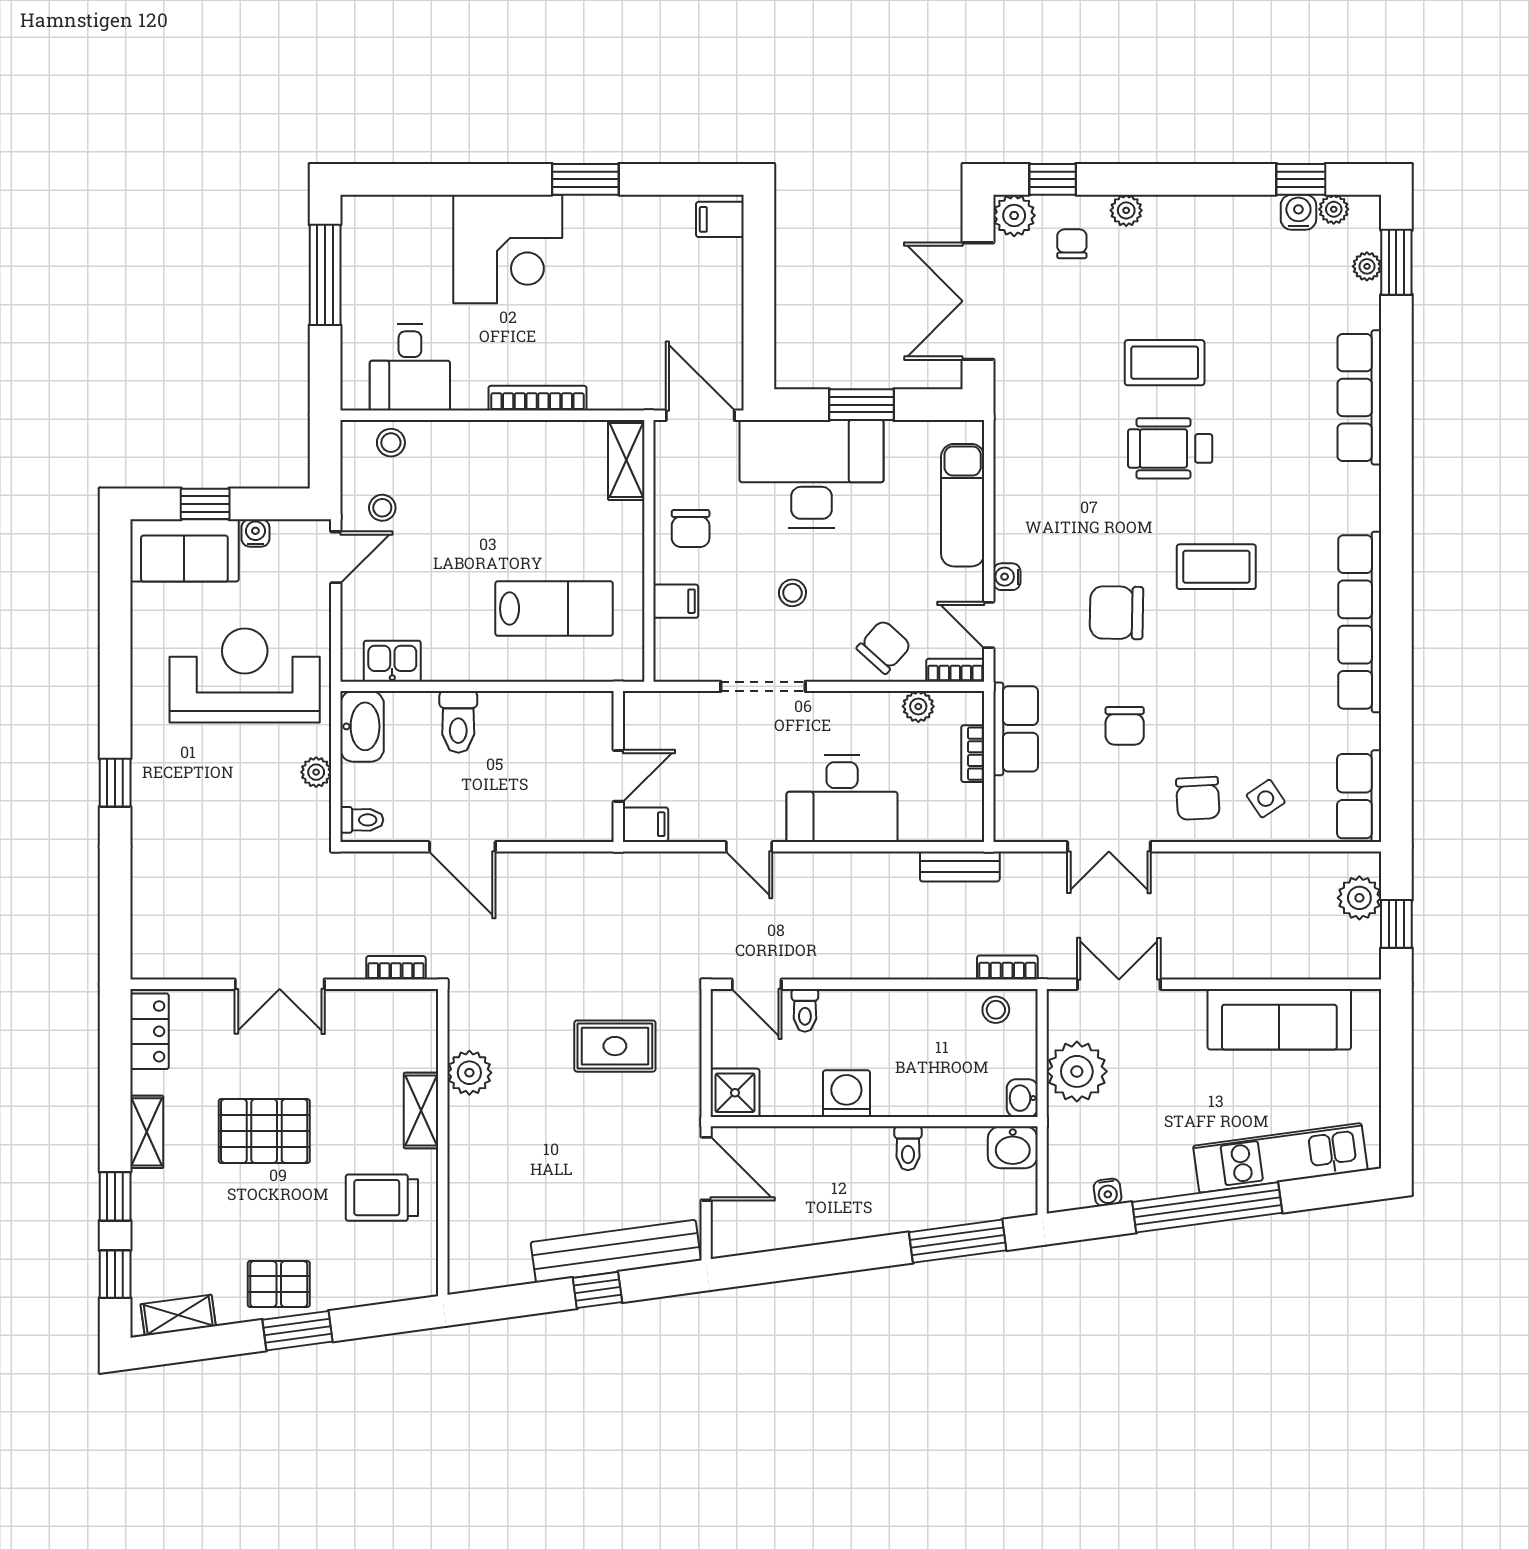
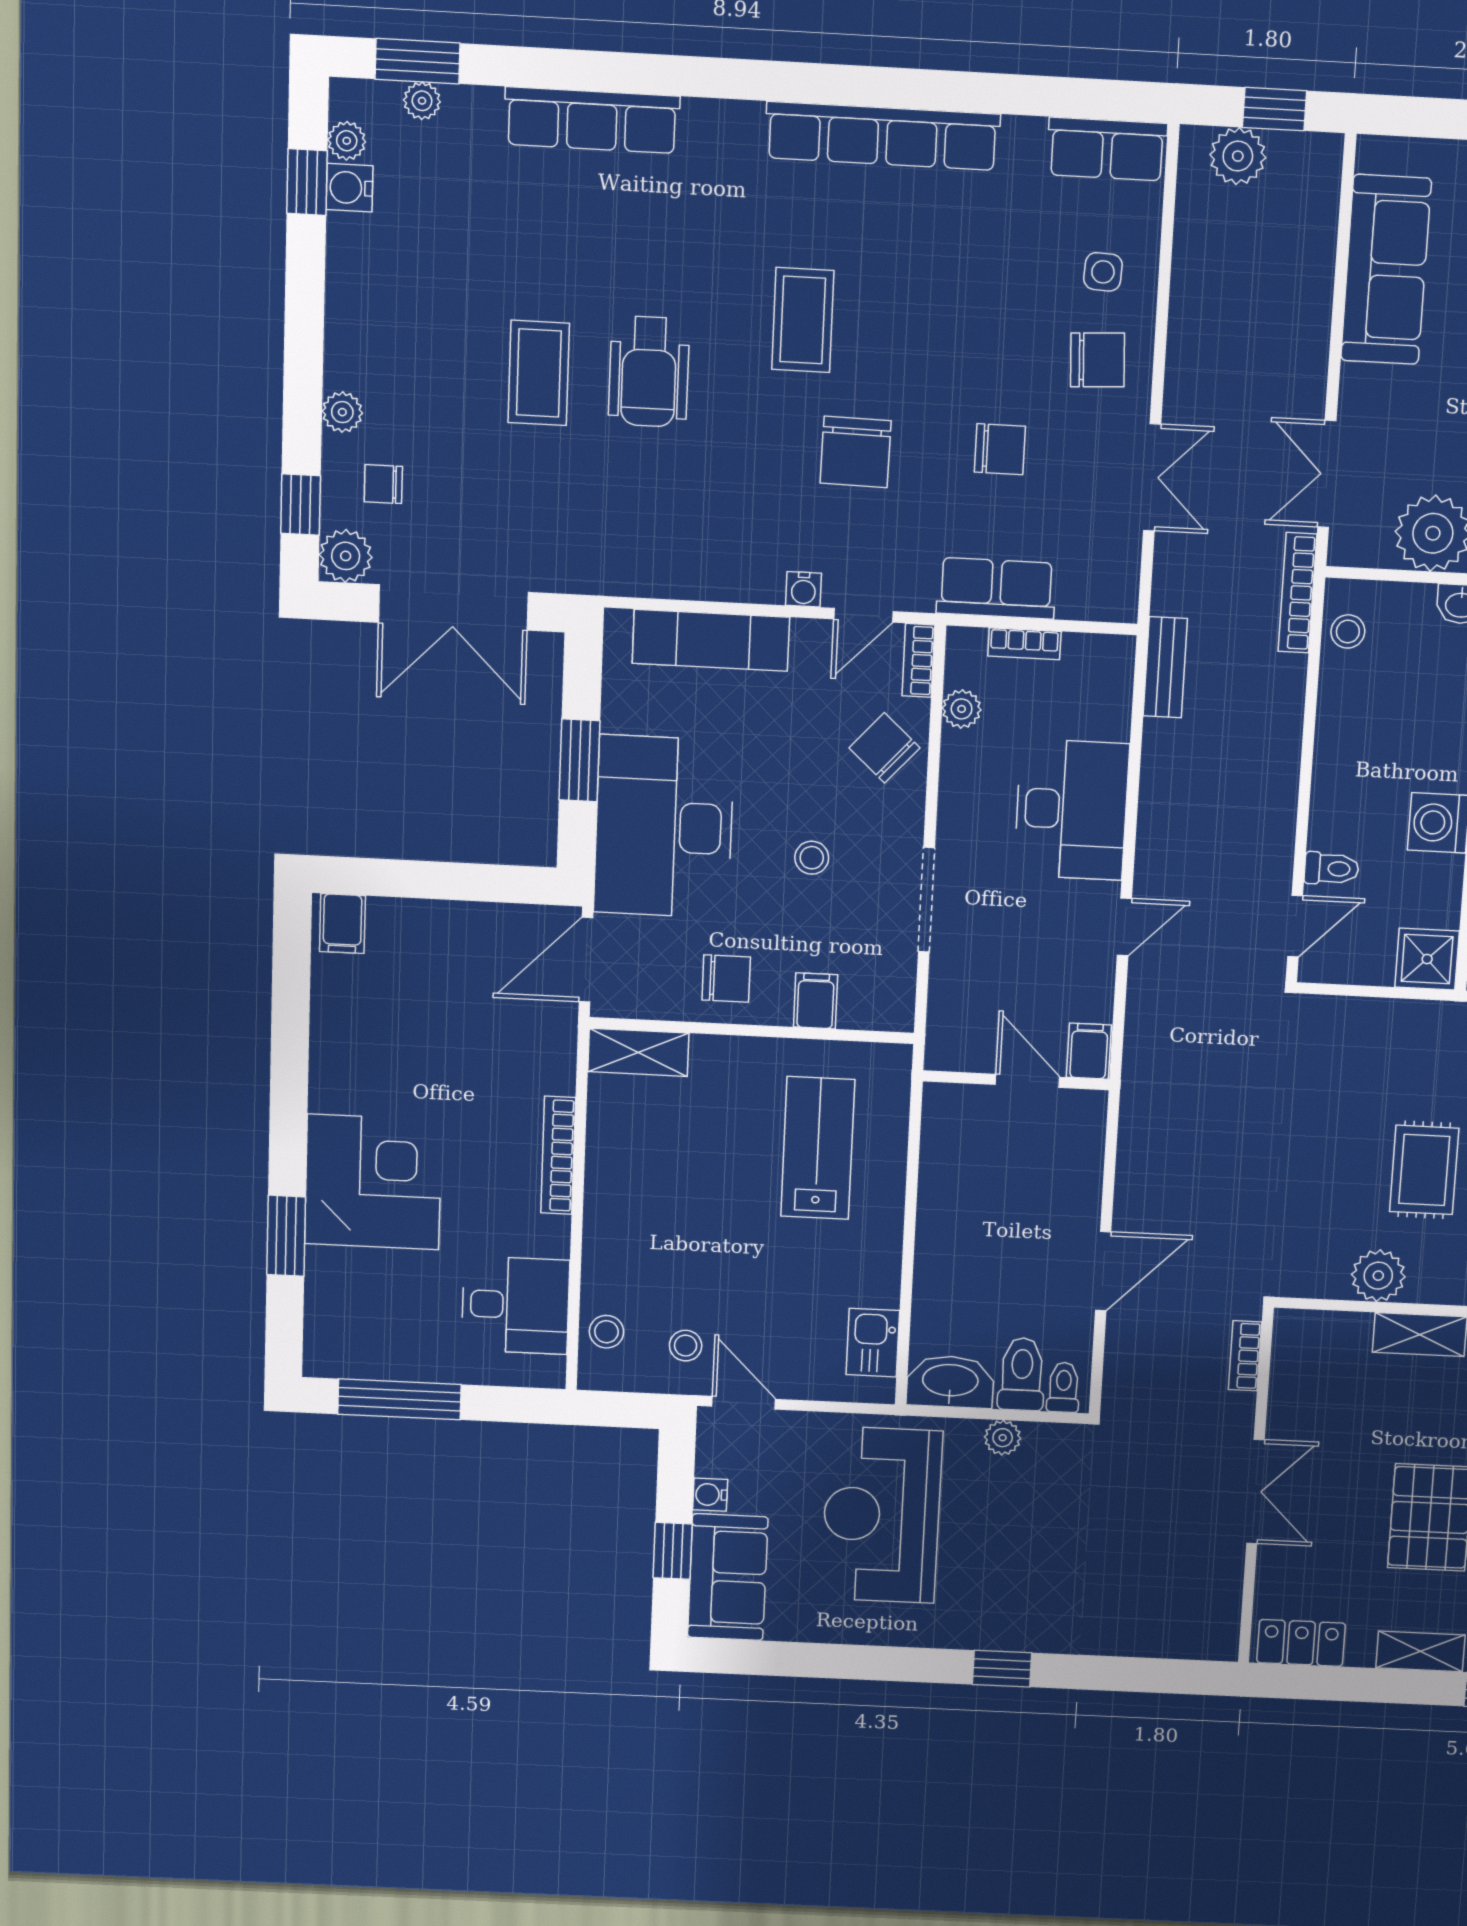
window: (585, 179) -> (286, 1236), moved
toilet: (458, 722) -> (1022, 1374), moved, turned -90
side table: (1266, 799) -> (1103, 272), turned 37
bookcase: (1007, 968) -> (1297, 593), width x1.56
rug: (615, 1046) -> (1424, 1170), moved

